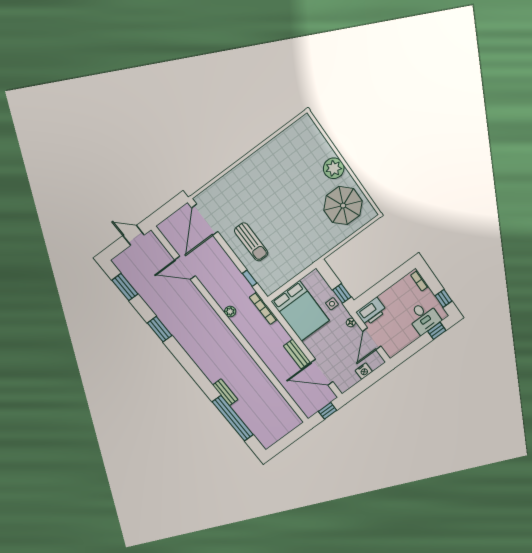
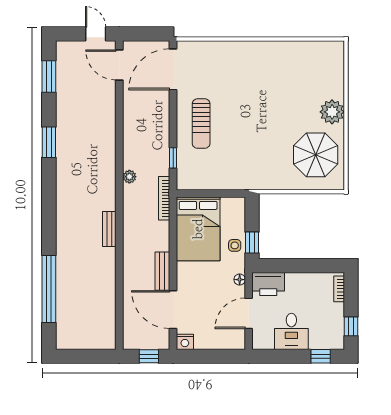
door: (185, 268) -> (119, 65), moved
desk: (424, 317) -> (291, 331), moved
nightstand: (364, 371) -> (185, 342), moved
bench: (225, 392) -> (109, 229), moved

